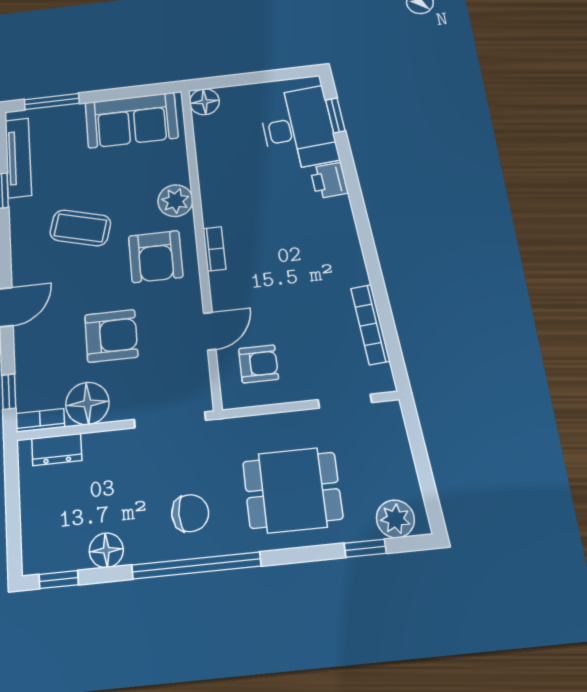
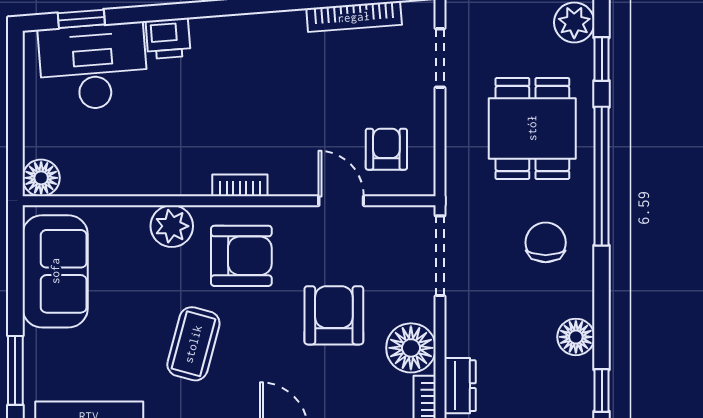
window: (196, 566) -> (602, 176), moved

